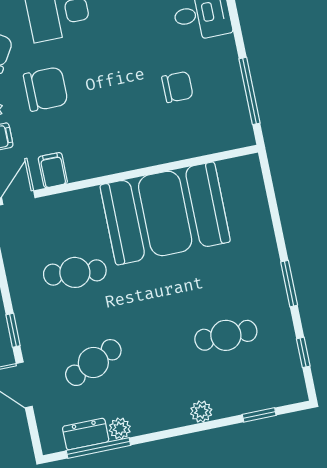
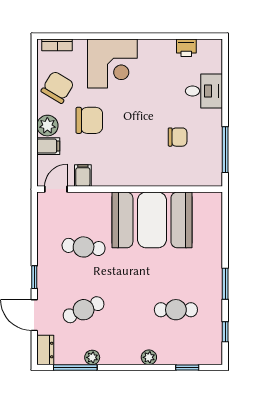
dresser: (86, 434) -> (45, 350), moved, turned 90

